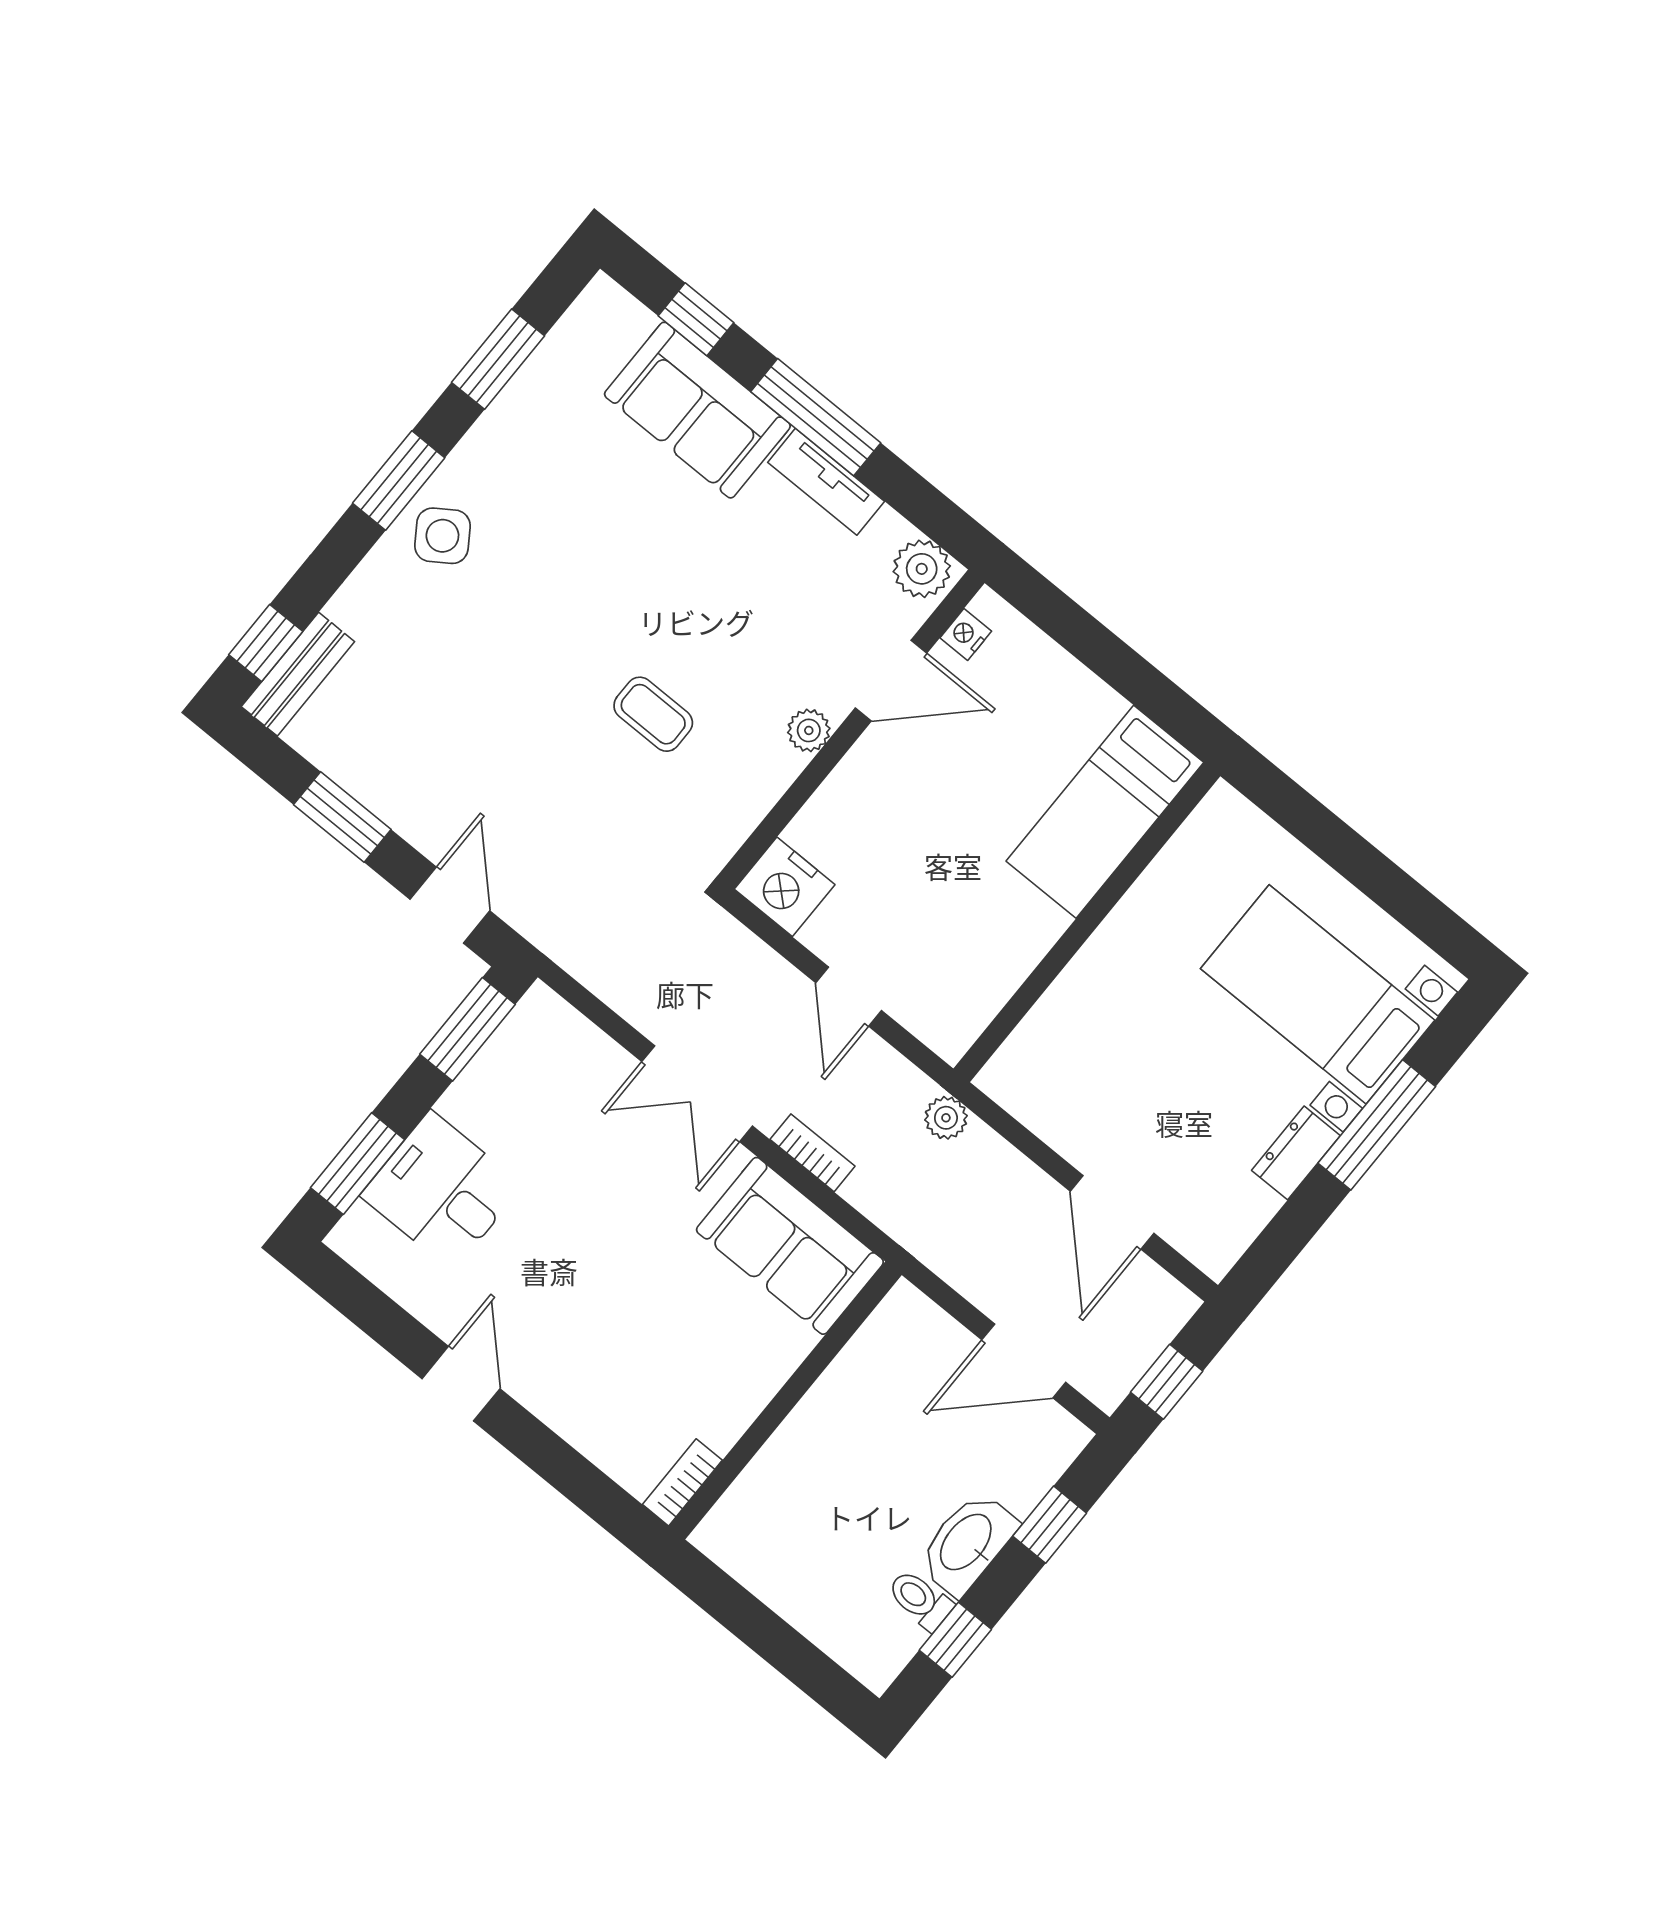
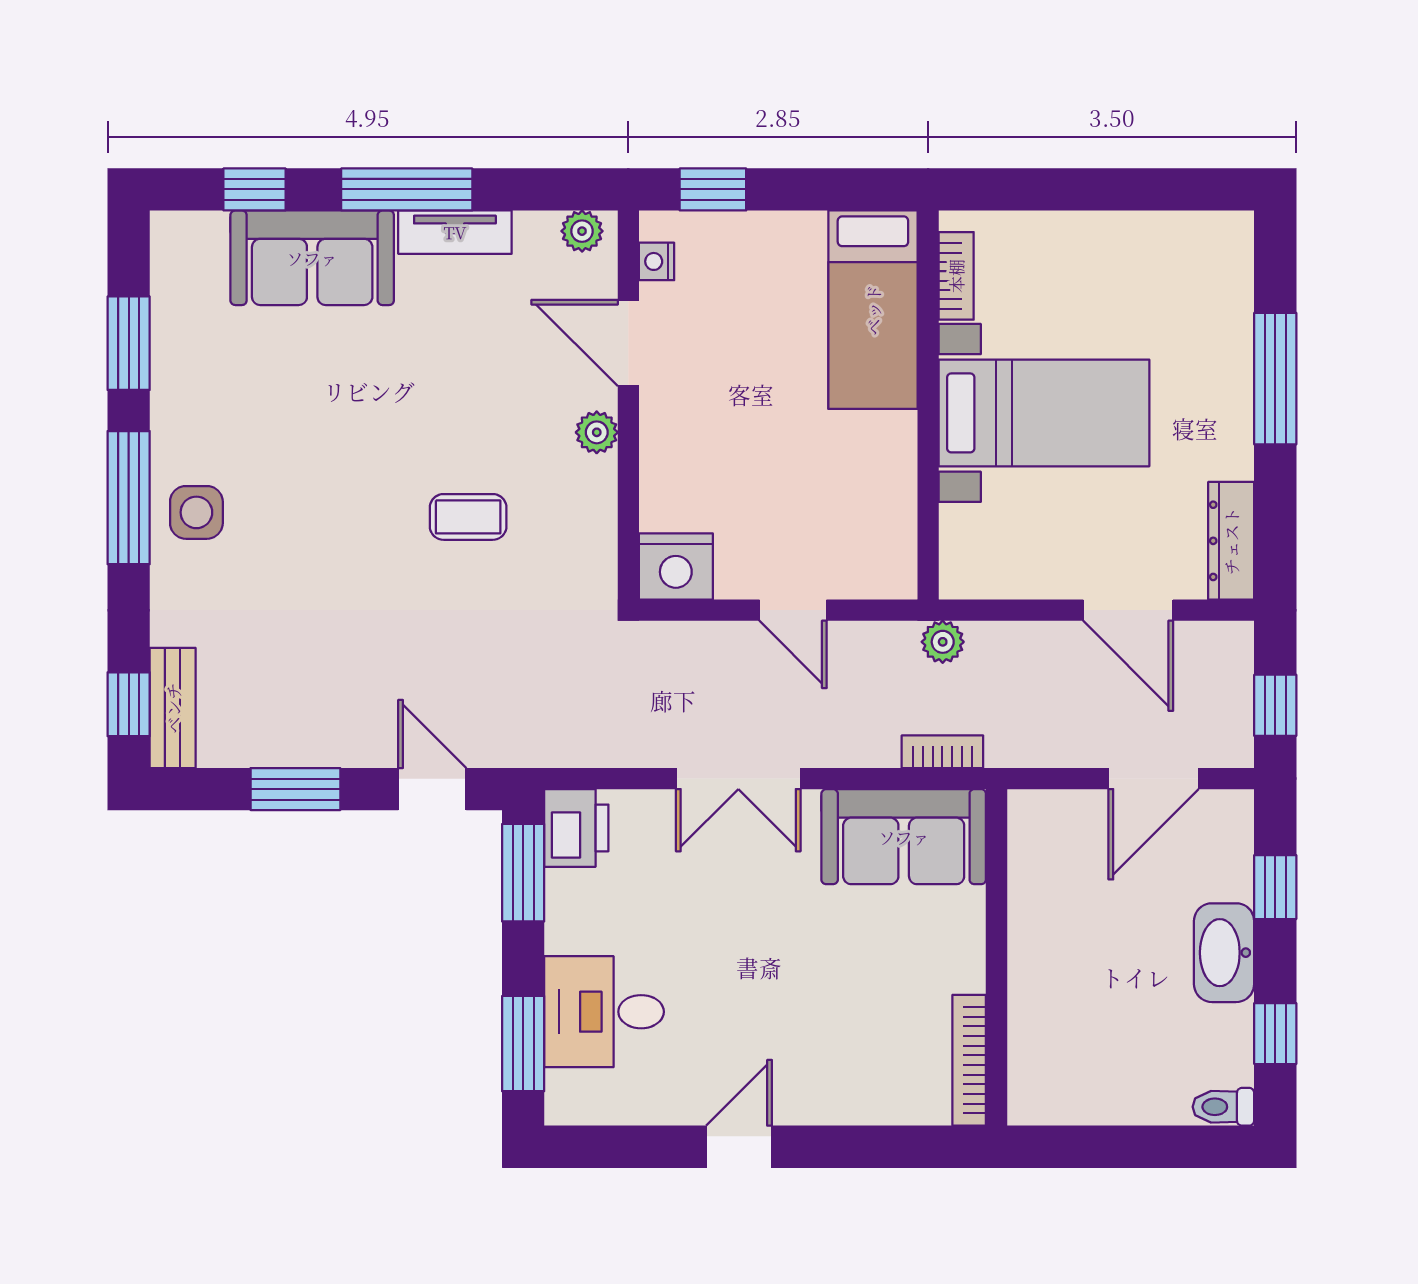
window: (399, 481) -> (129, 498), width x1.44
side table: (442, 536) -> (196, 512), turned 34
plant: (922, 569) -> (582, 231), width x0.73, depth x0.73
window: (1056, 614) -> (713, 189), added
door: (891, 681) -> (628, 343), swing flipped
bookcase: (1192, 839) -> (956, 276), added
bed with nightstands: (1318, 994) -> (1044, 413), moved, turned 180
printer: (538, 1028) -> (576, 828), added
bookcase: (812, 1153) -> (942, 752), moved
dresser: (1296, 1153) -> (1231, 541), moved, width x1.44
door: (461, 1384) -> (739, 1147), hinge flipped
bookcase: (682, 1482) -> (969, 1060), width x1.56
toilet: (920, 1600) -> (1223, 1107), moved

